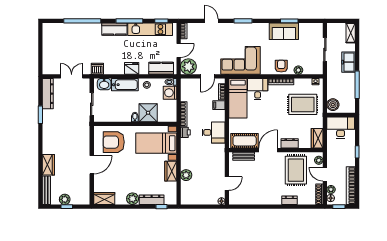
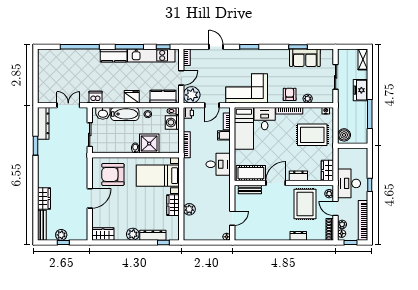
sofa: (284, 31) -> (305, 58), moved
desk: (341, 128) -> (349, 183), moved, turned -90
printer: (185, 132) -> (188, 113), moved

